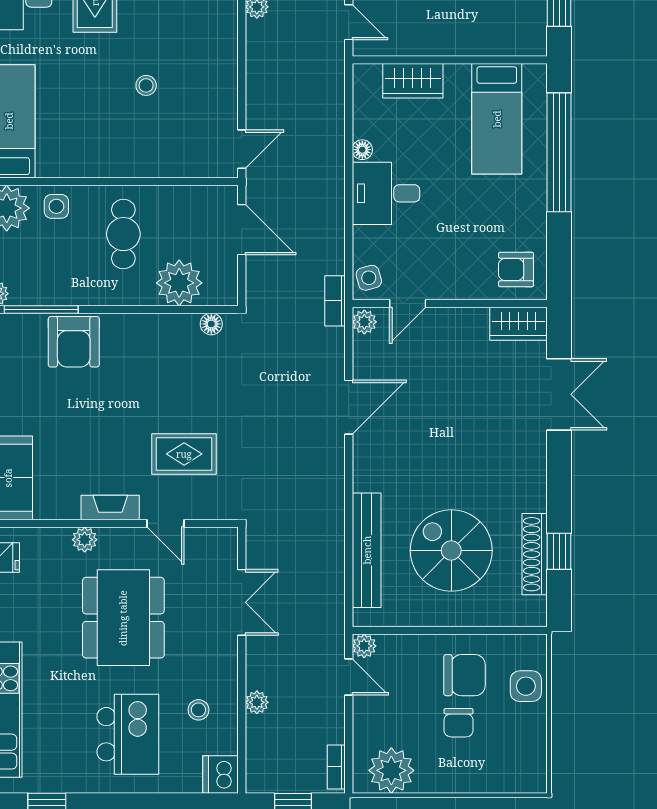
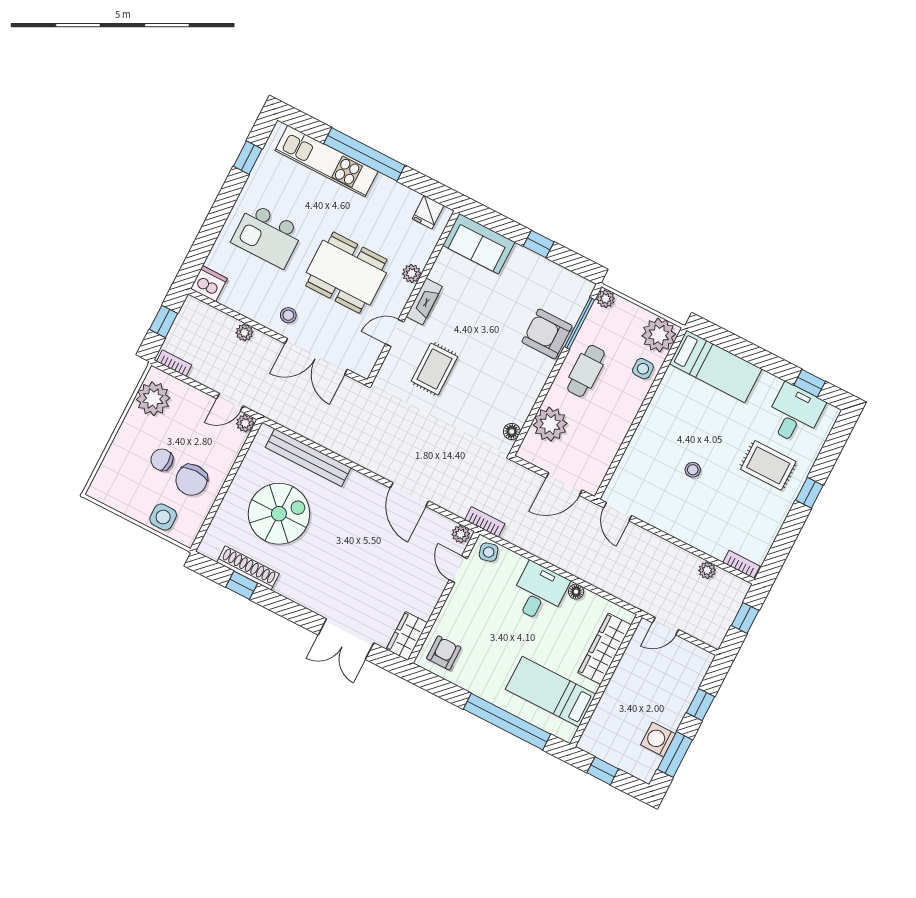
wardrobe: (413, 81) -> (605, 649), width x1.50
cafe table: (123, 234) -> (586, 371), moved, turned 90
double door: (242, 602) -> (316, 357), width x1.37
stool: (198, 710) -> (288, 315), moved

